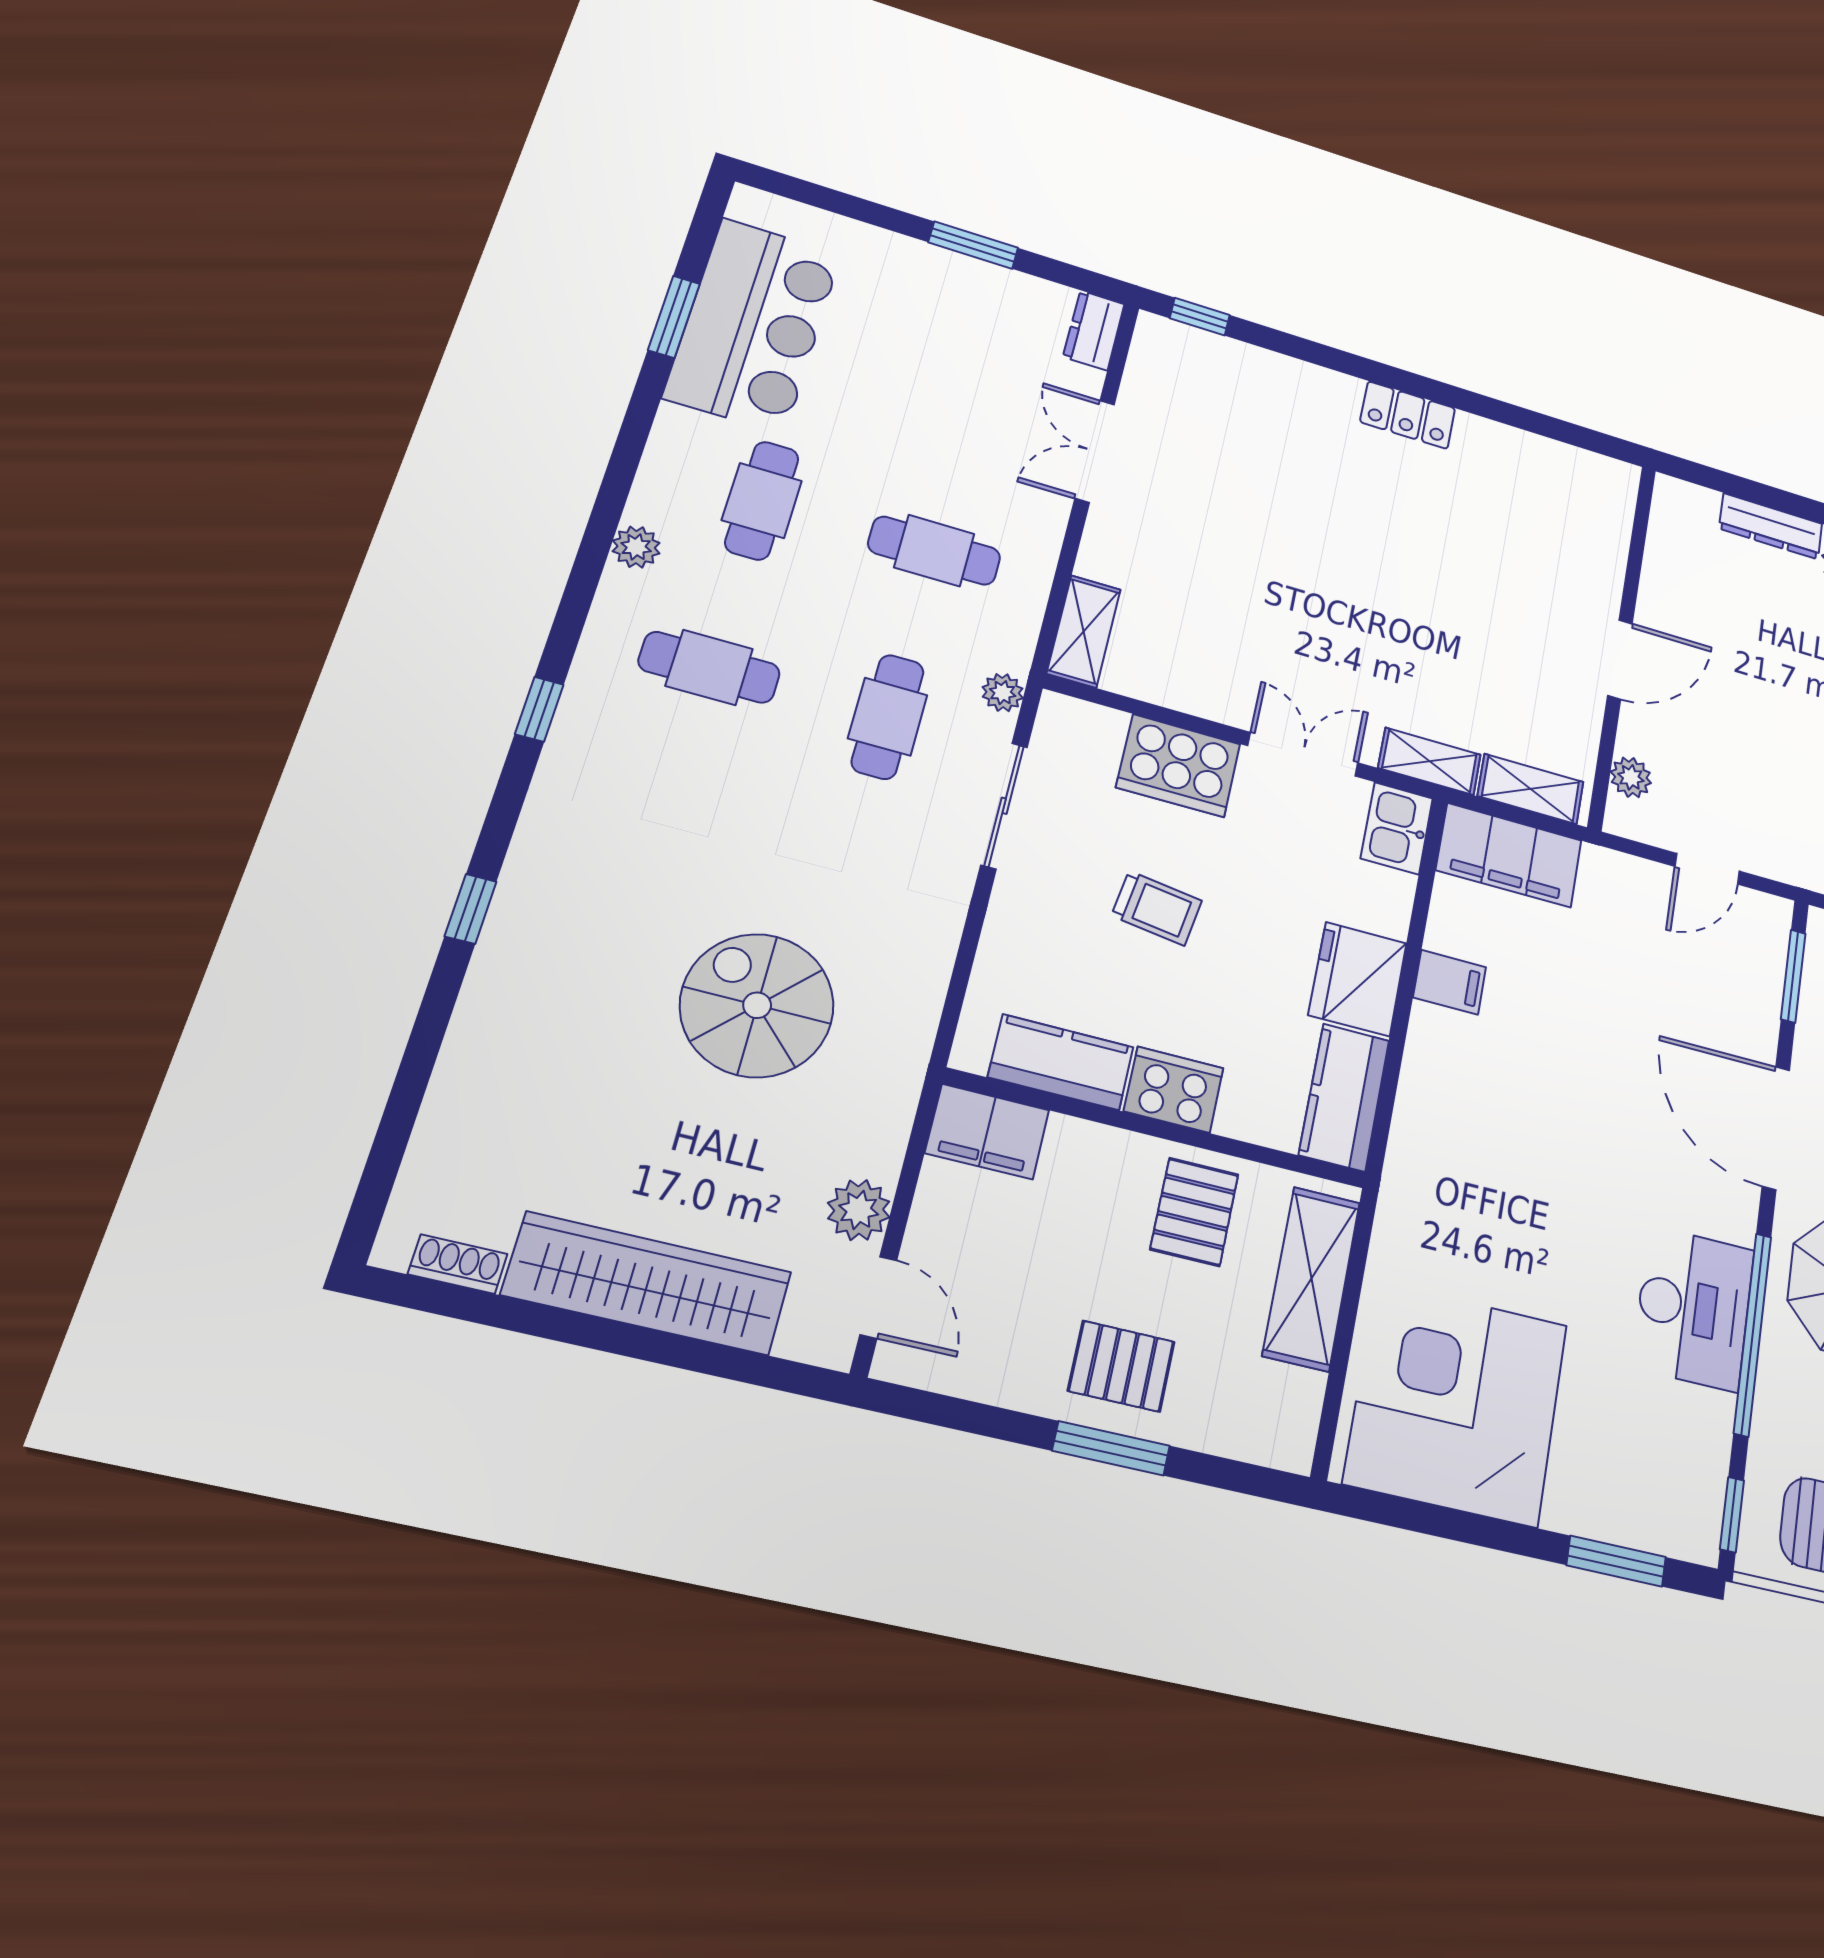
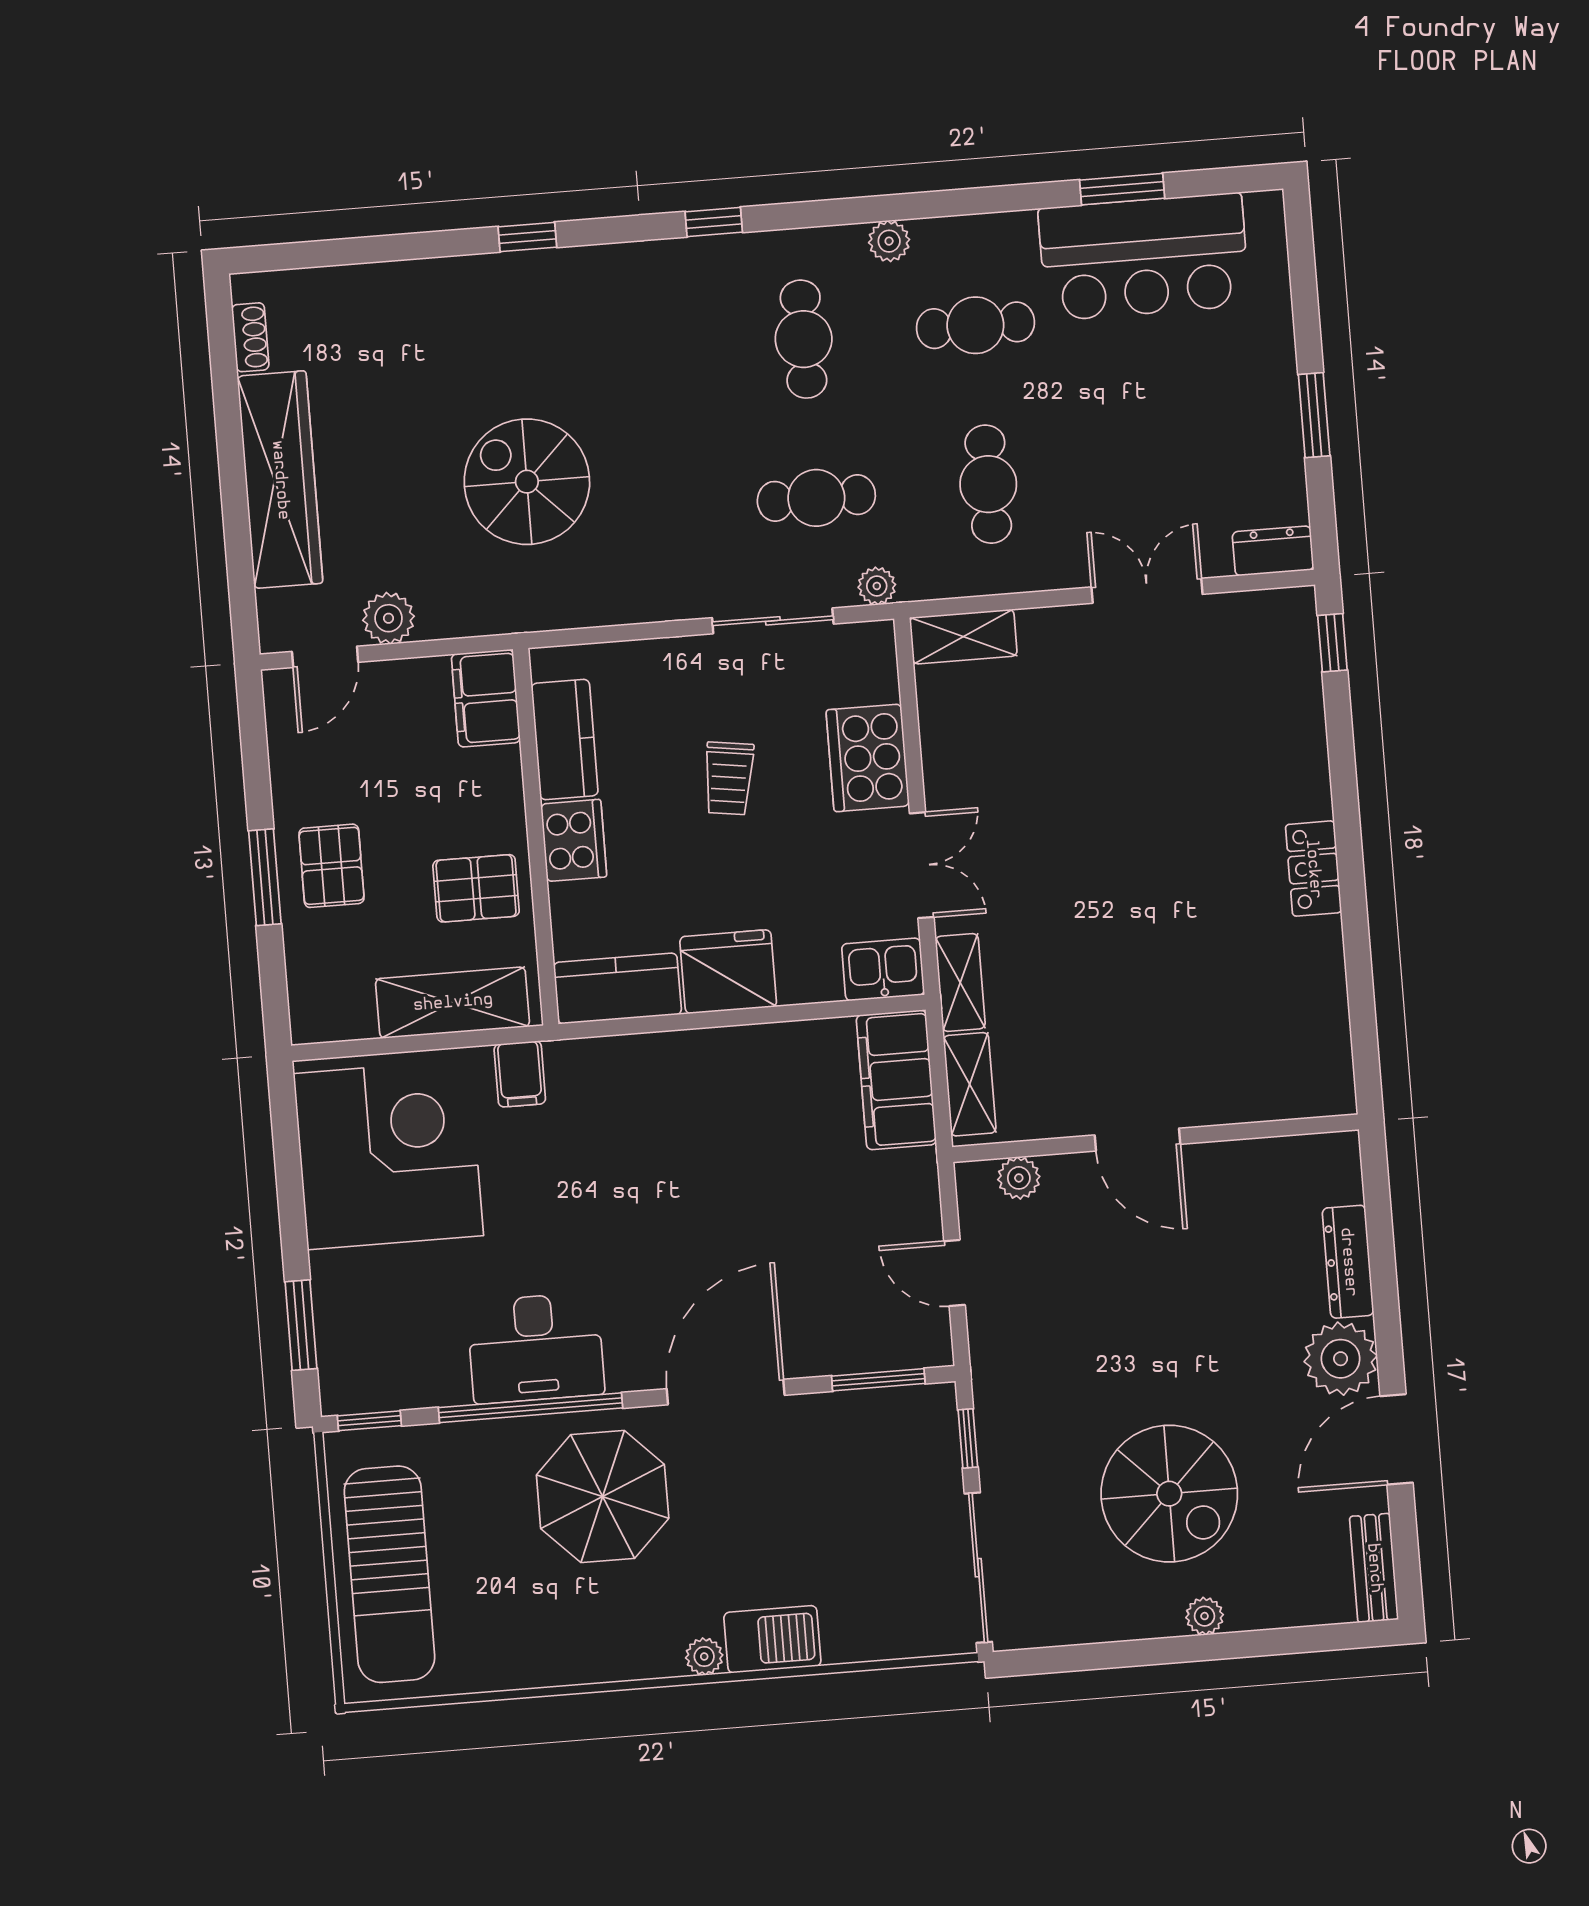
filing cabinet: (1450, 982) -> (520, 1074), moved
spiral stairs: (757, 1005) -> (527, 482), turned -90

